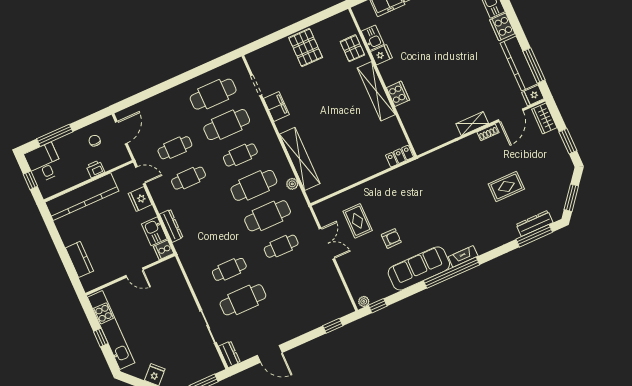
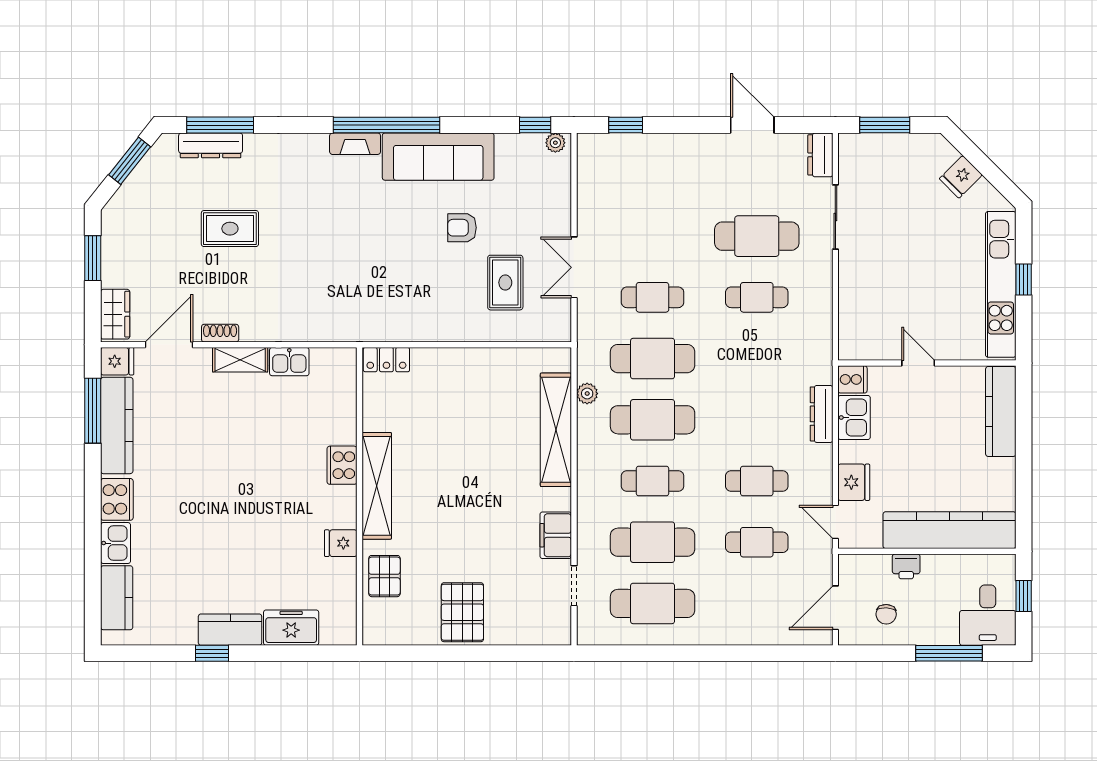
kitchen sink: (373, 38) -> (289, 362), moved, turned -90
kitchen counter: (79, 259) -> (1001, 411), width x1.50

